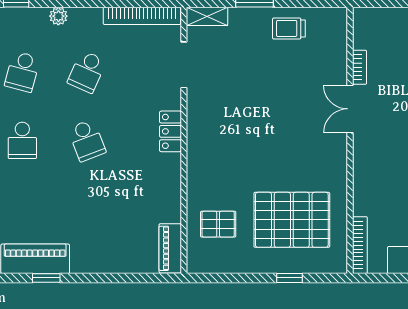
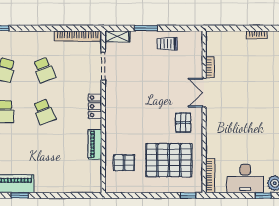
plant: (58, 16) -> (27, 36), removed
school desk: (87, 72) -> (44, 70), turned -45
pallet: (315, 158) -> (183, 123), added
piano: (170, 248) -> (95, 144), moved
window: (290, 278) -> (188, 195), moved

